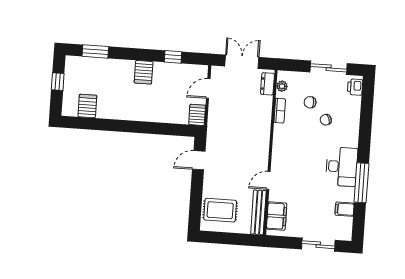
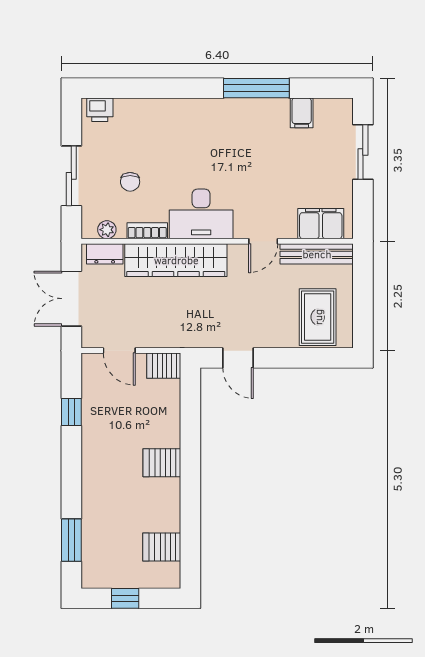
sliding door: (329, 68) -> (71, 176), moved
server rack: (144, 72) -> (162, 463), moved, turned 180
chair: (326, 120) -> (157, 154), removed
wardrobe: (261, 127) -> (176, 260), added
desk: (342, 167) -> (201, 214), moved, turned 180
door: (268, 180) -> (263, 241), hinge flipped

